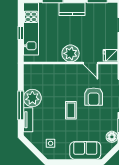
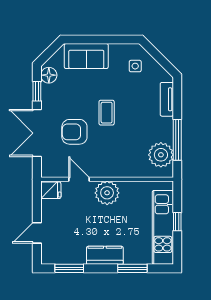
armchair: (94, 97) -> (74, 132), turned -90
plant: (32, 98) -> (161, 155), moved
window: (21, 105) -> (177, 140), moved

